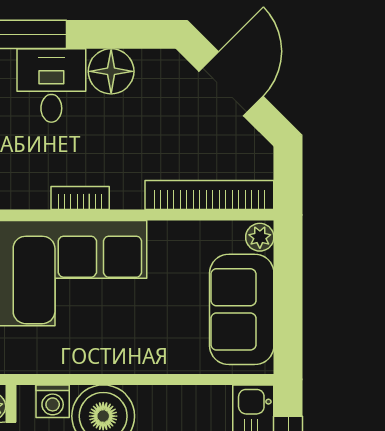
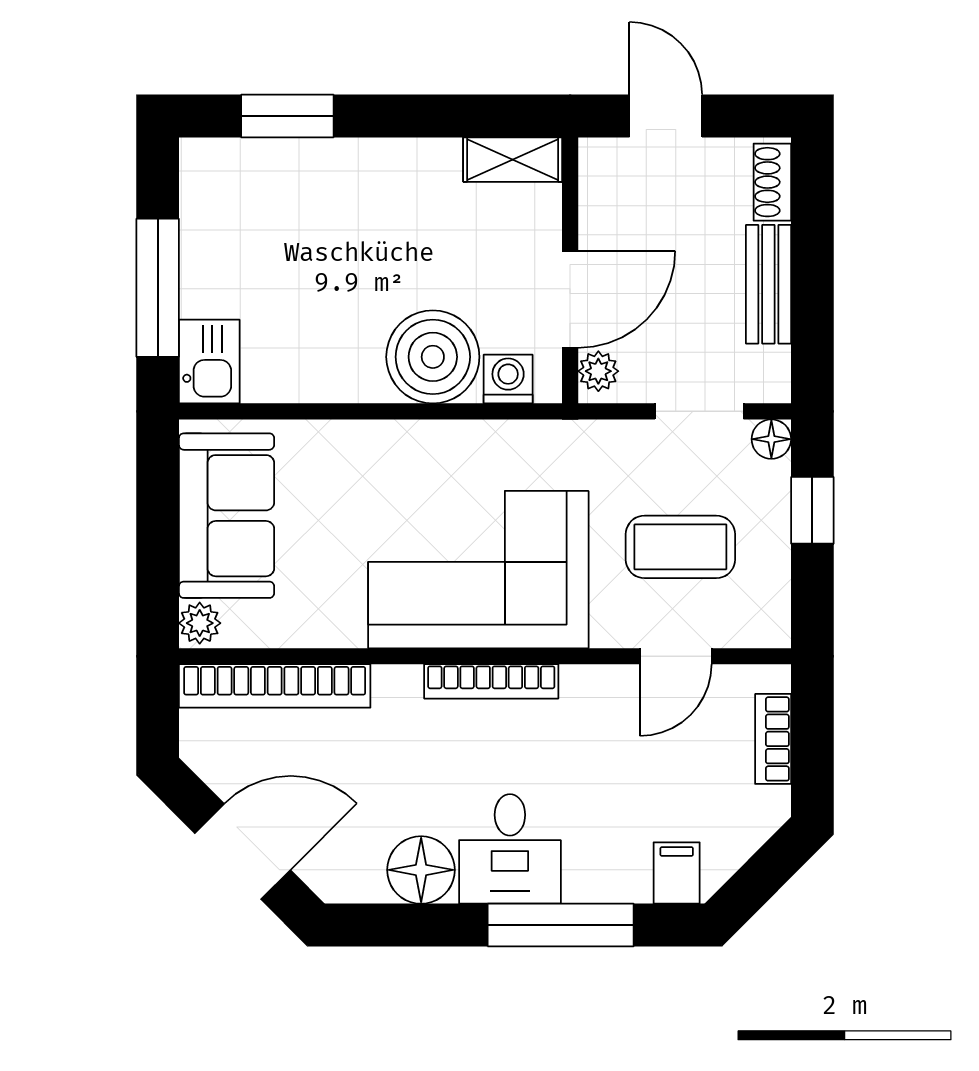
door: (231, 84) -> (243, 852), swing flipped
bookcase: (80, 198) -> (491, 681), width x1.56

